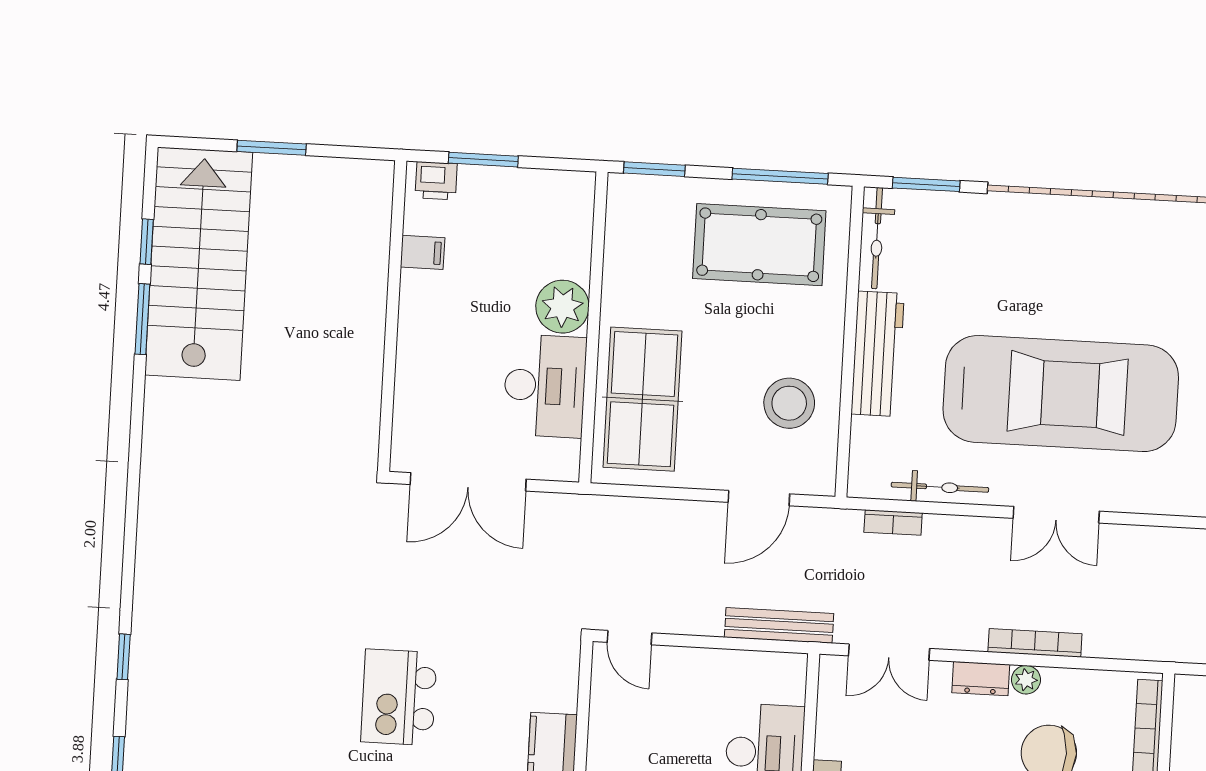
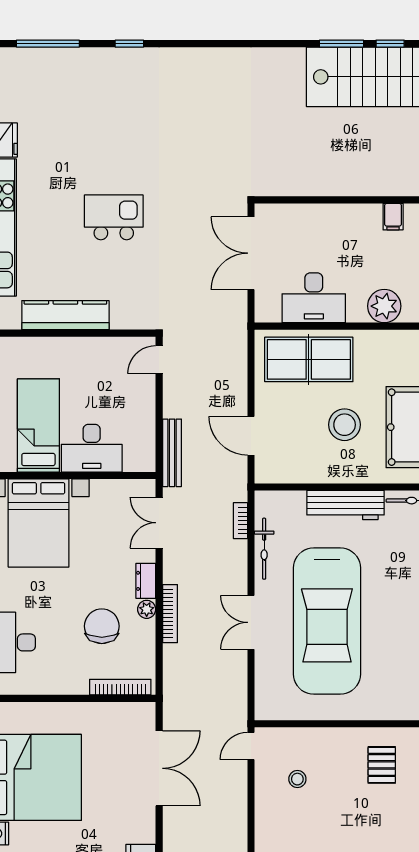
plant: (562, 307) -> (384, 306), moved
stool: (789, 403) -> (345, 425), moved

